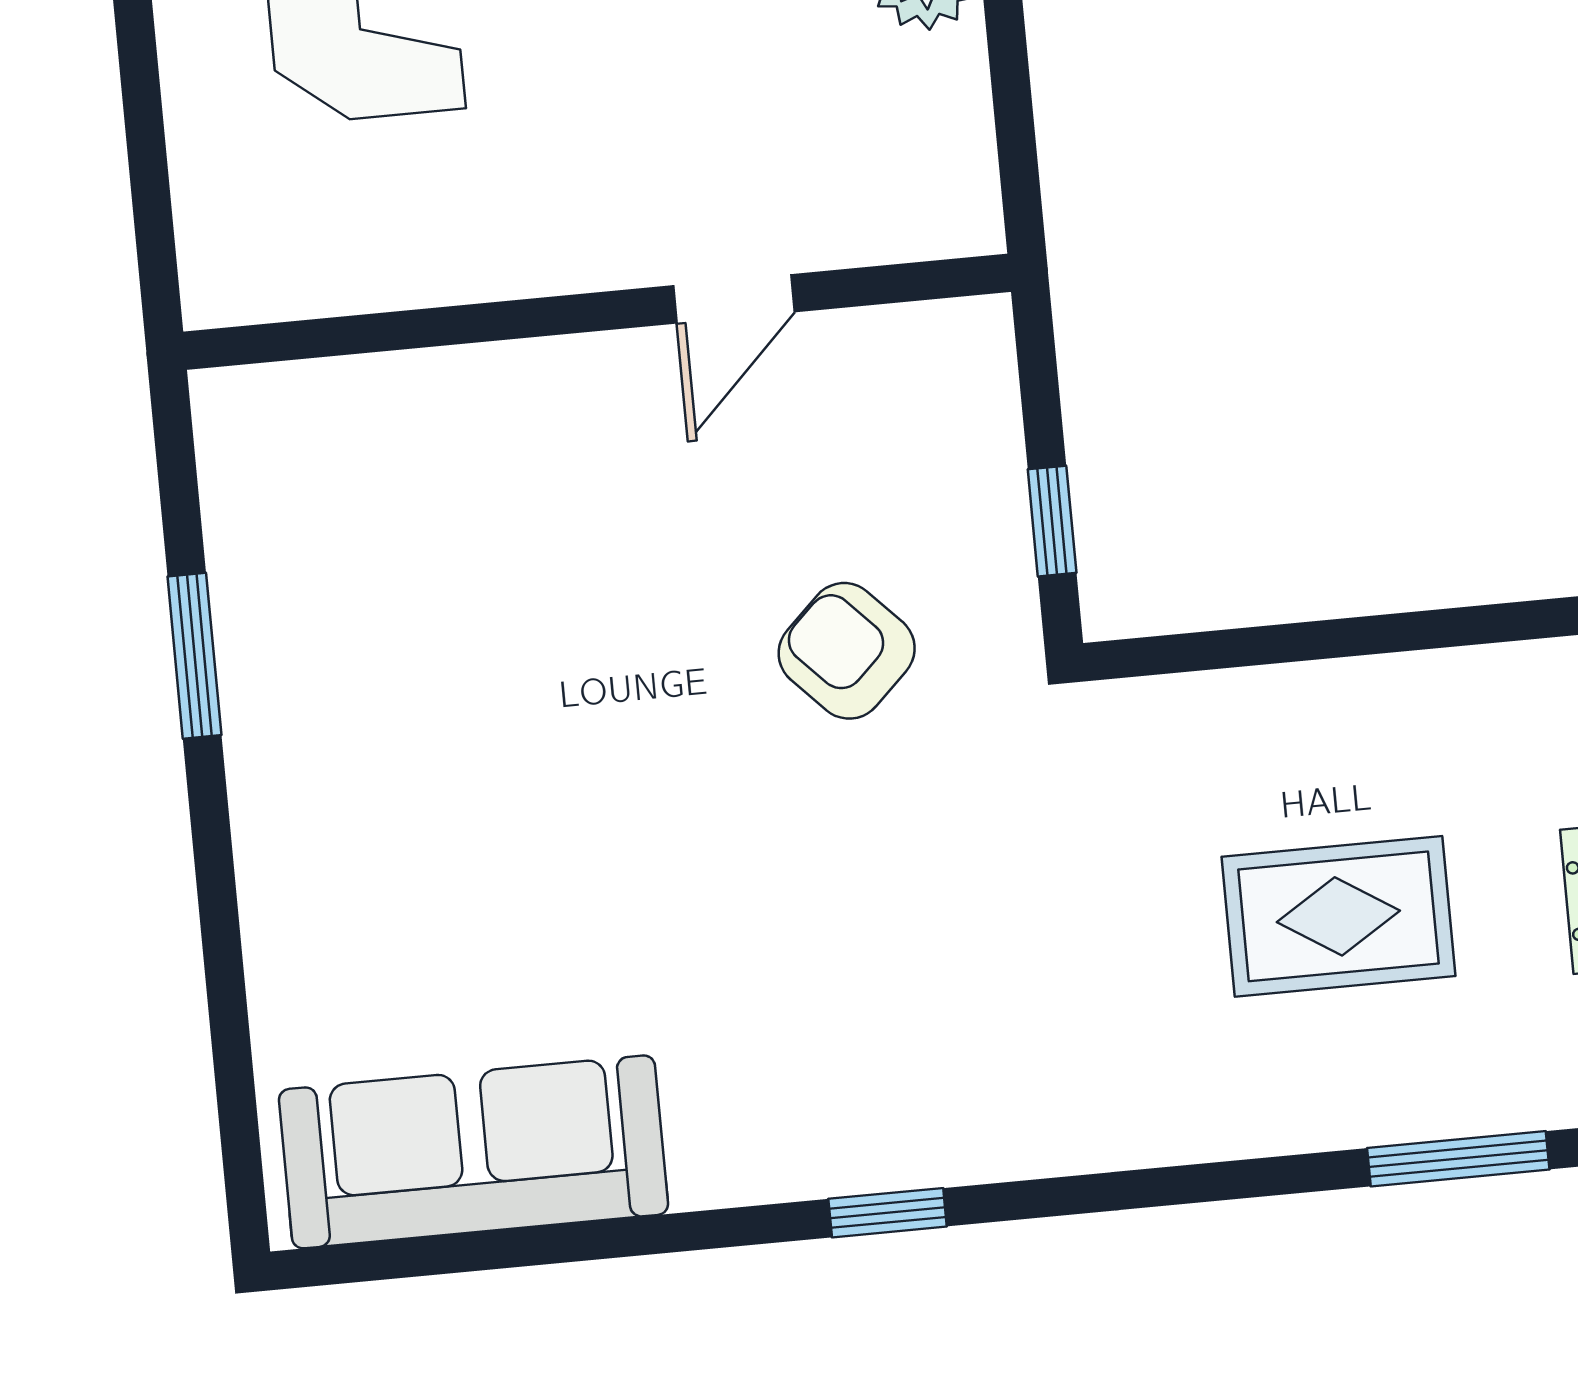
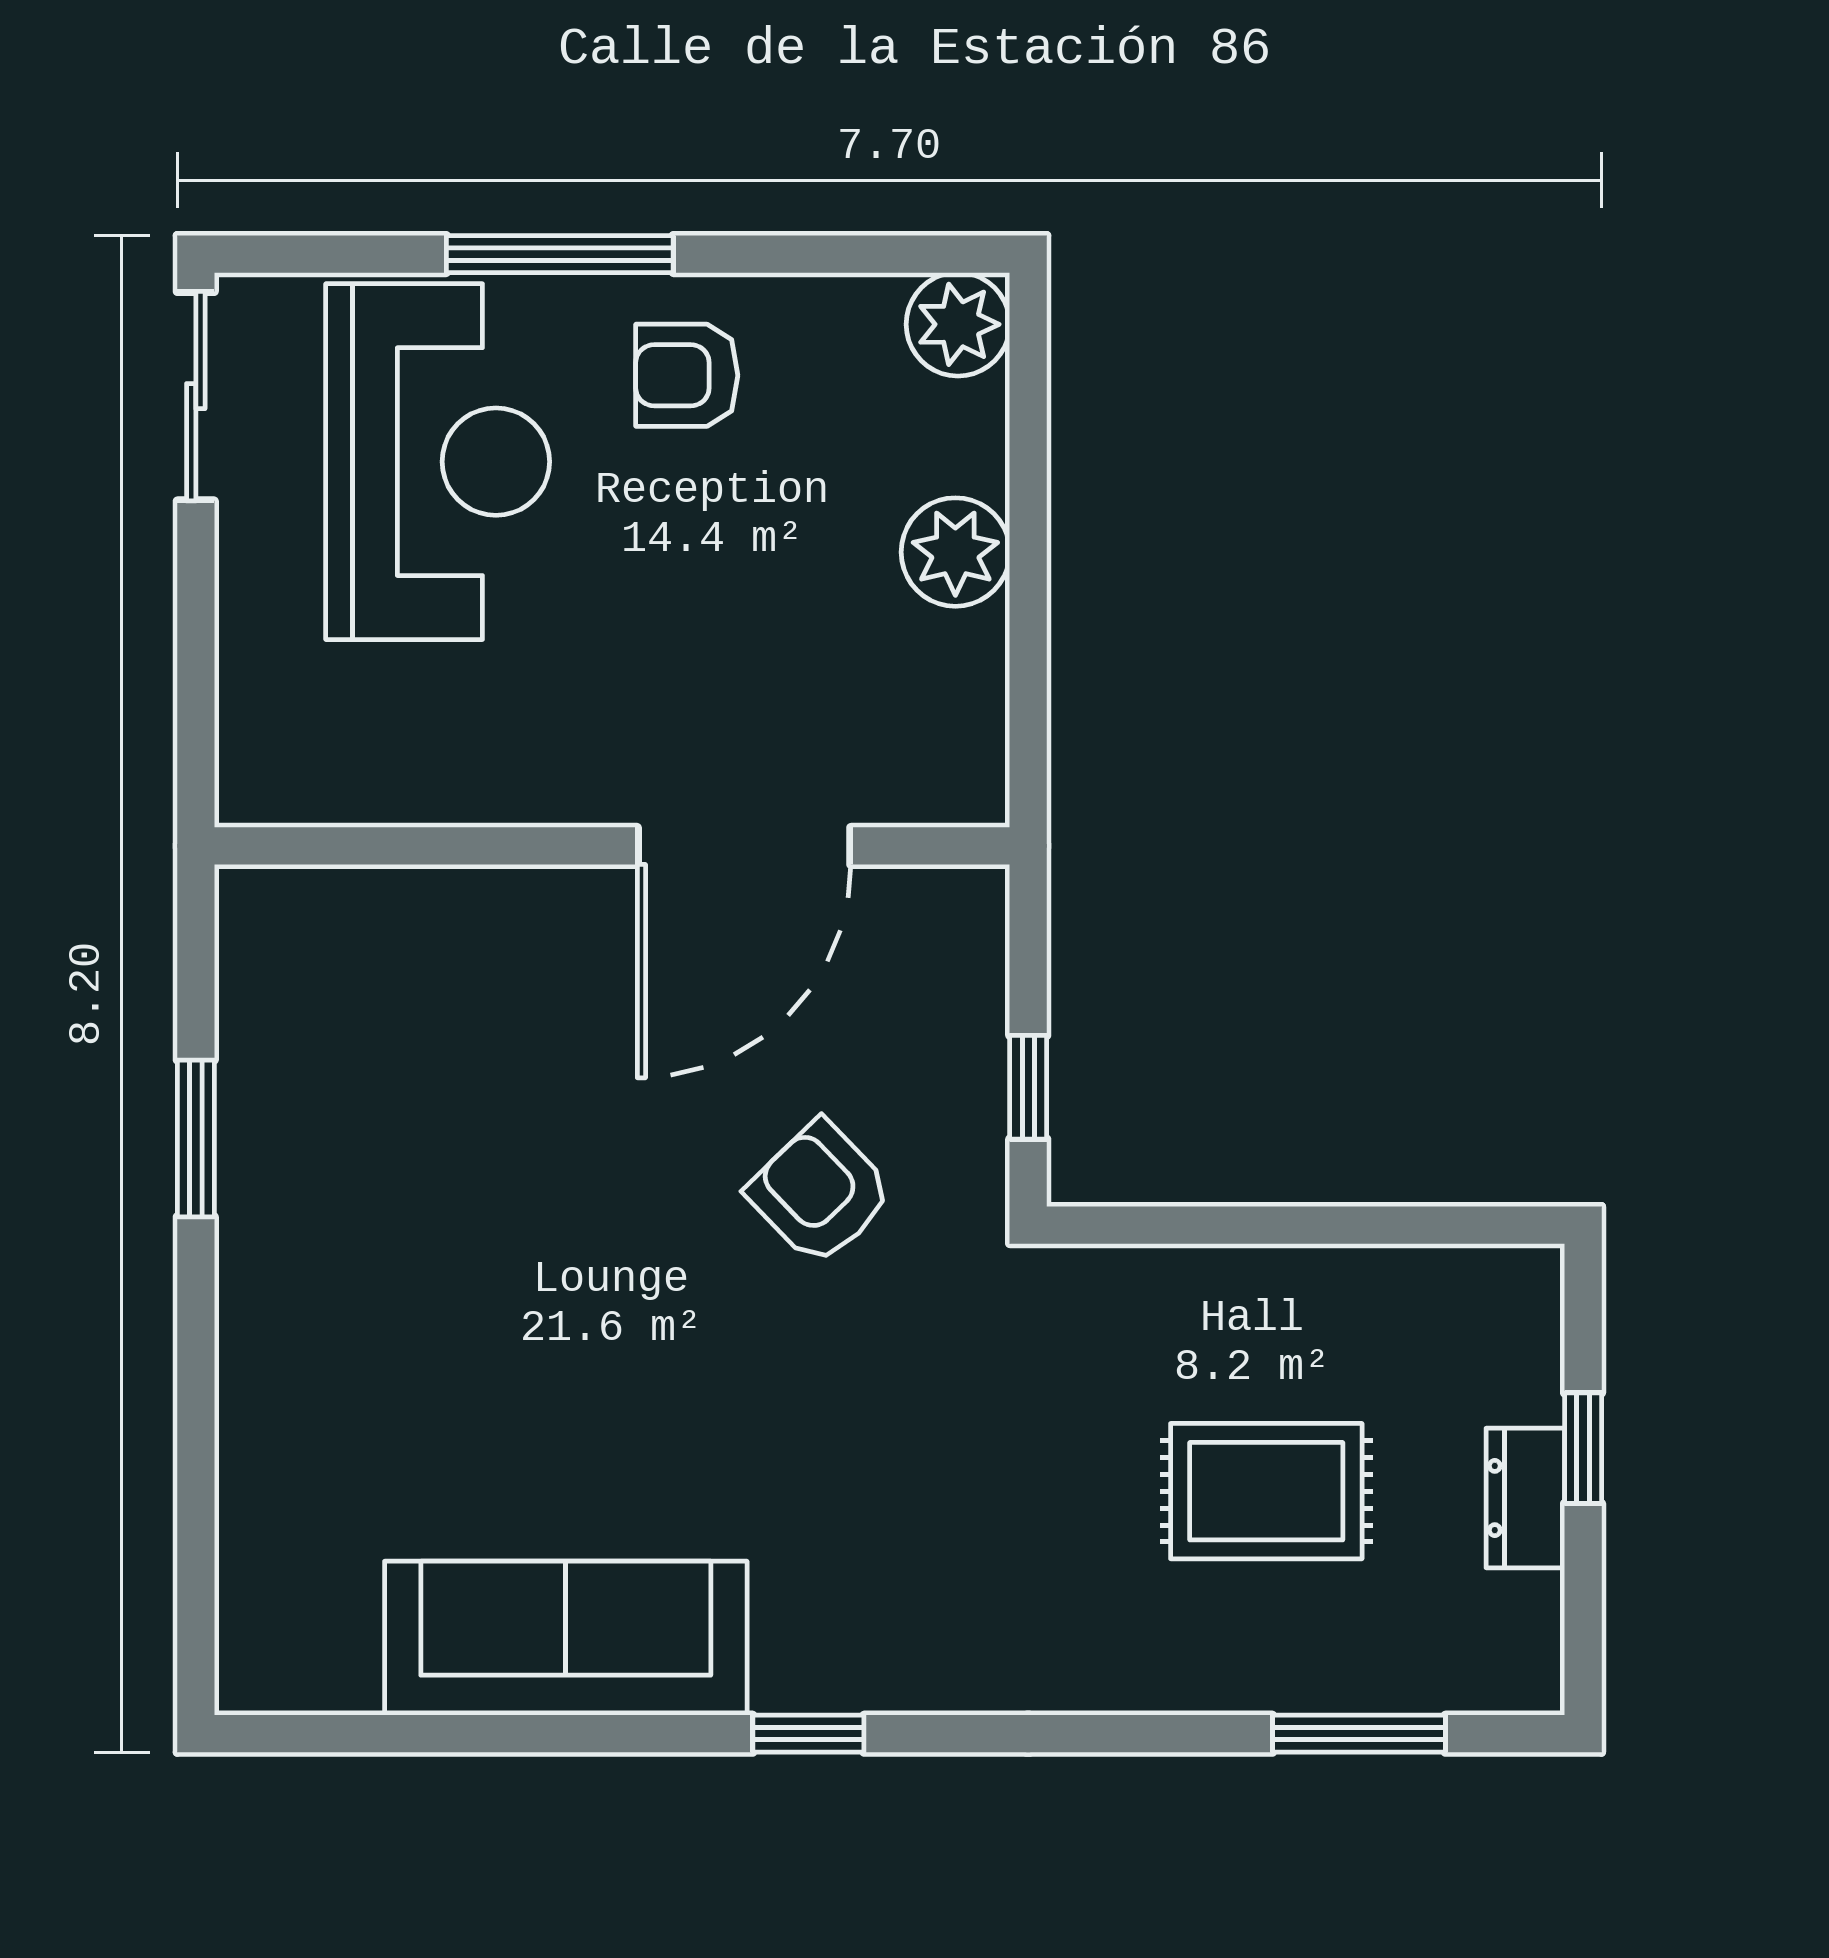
door: (734, 299) -> (744, 846), width x1.87
sofa: (473, 1152) -> (566, 1638), moved

